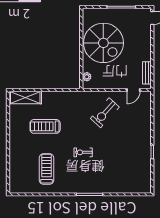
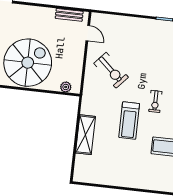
shelving: (25, 98) -> (86, 135), moved
treadmill: (45, 126) -> (129, 121), moved

